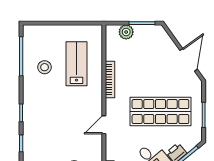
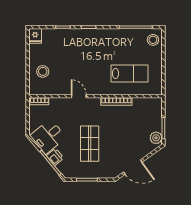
plant: (126, 32) -> (156, 138), moved
stool: (45, 67) -> (153, 40), moved
shop shelf: (160, 112) -> (90, 144), width x0.70, depth x0.74

